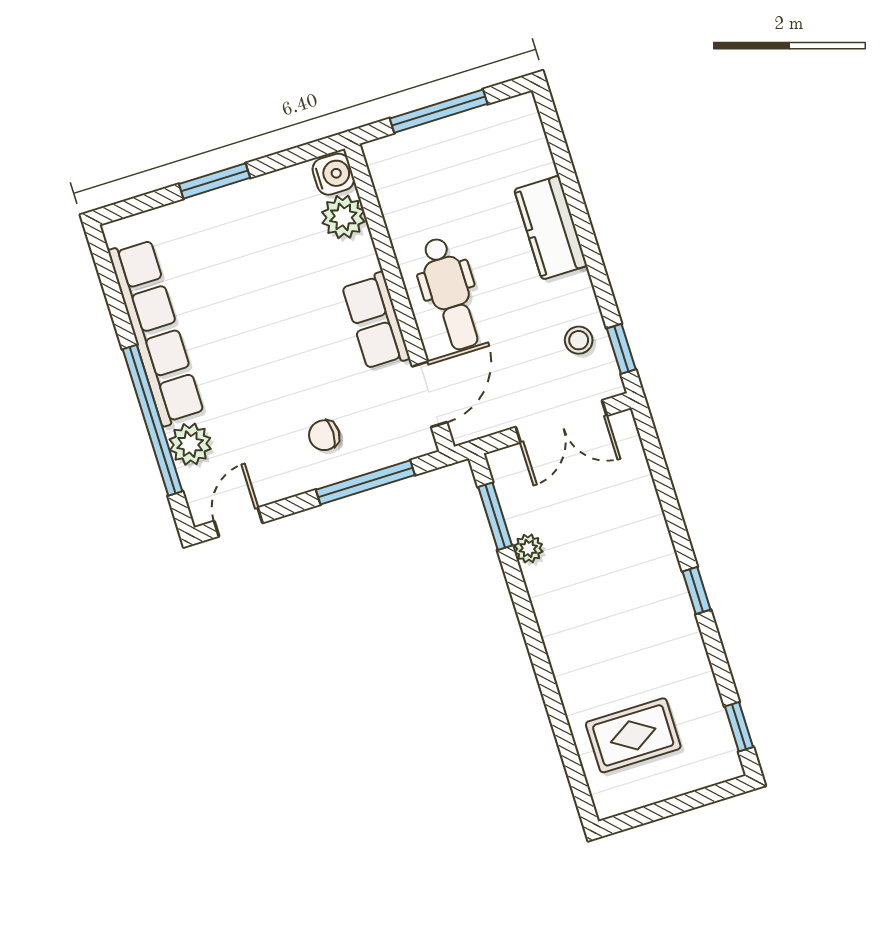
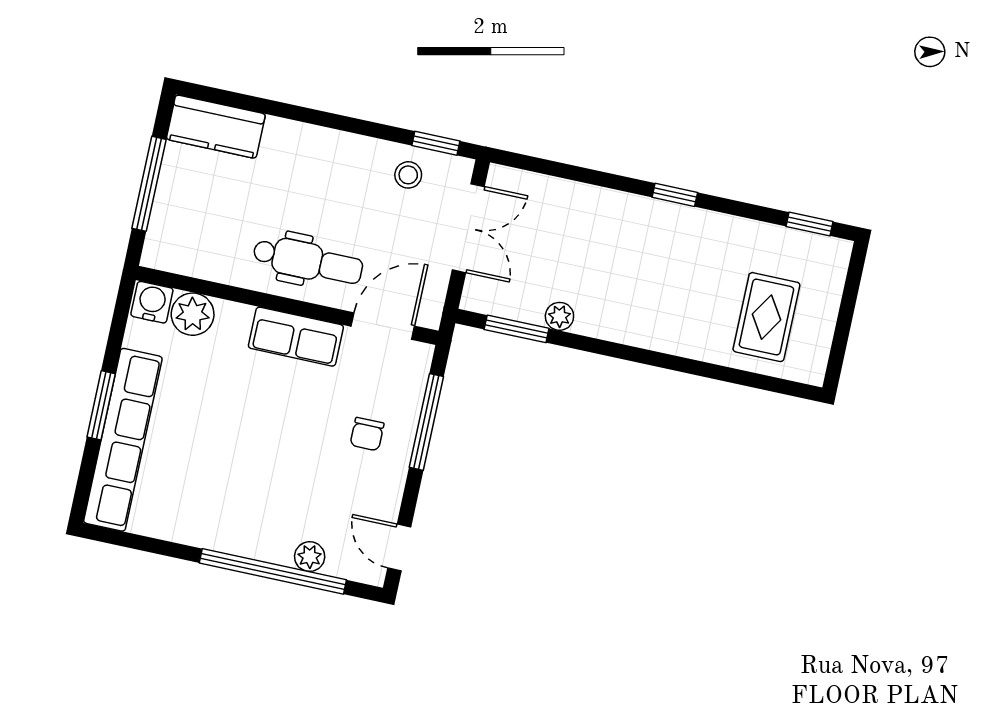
kitchen counter: (551, 228) -> (216, 127), moved
row of seats: (156, 332) -> (123, 440), moved, turned 90
door: (430, 394) -> (383, 326), hinge flipped
plant: (190, 444) -> (310, 557), width x0.73, depth x0.73

